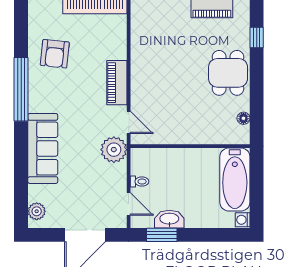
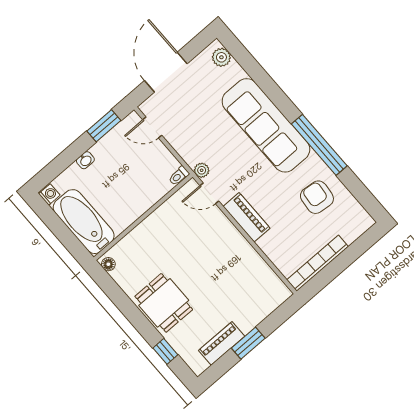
floor lamp: (243, 118) -> (108, 264), moved
sofa: (43, 148) -> (266, 125), width x1.36, depth x1.27
plant: (114, 150) -> (202, 170), width x0.53, depth x0.53
toilet: (139, 181) -> (179, 176), moved
washbasin: (169, 219) -> (85, 160), moved, width x0.52, depth x0.69

